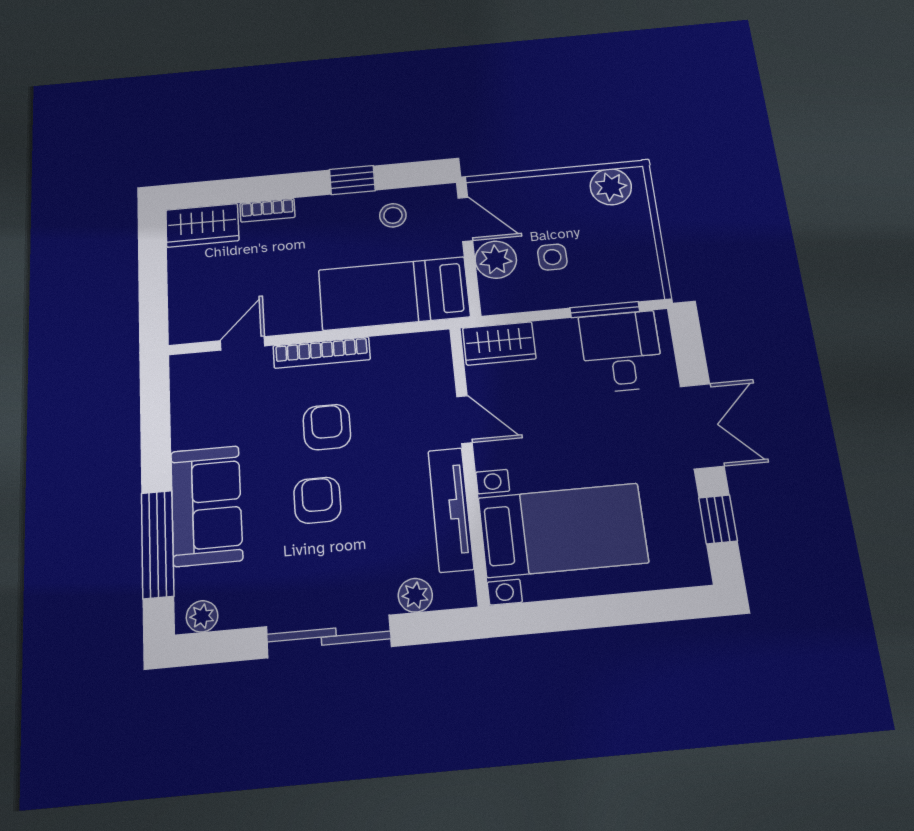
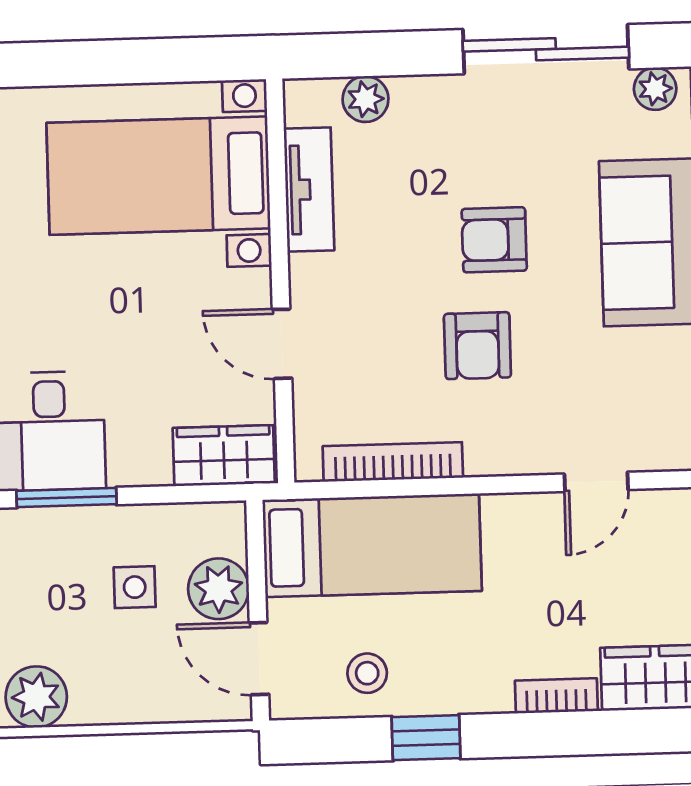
bookcase: (322, 353) -> (393, 462), moved
armchair: (317, 500) -> (494, 240), turned 90
tv unit: (451, 509) -> (309, 190), width x0.71
sliding door: (329, 637) -> (546, 49), moved

